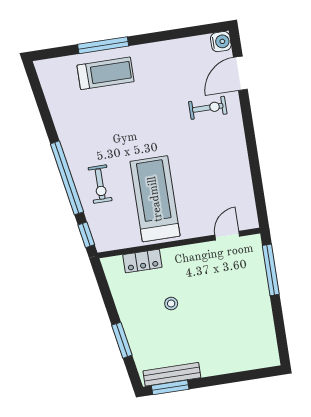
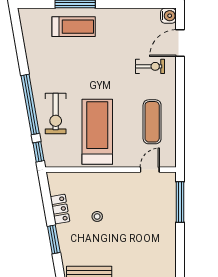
exercise mat: (221, 176) -> (152, 122), added
exercise bike: (100, 184) -> (56, 113), width x1.38, depth x1.39
locker: (142, 261) -> (60, 209), moved, turned -100

